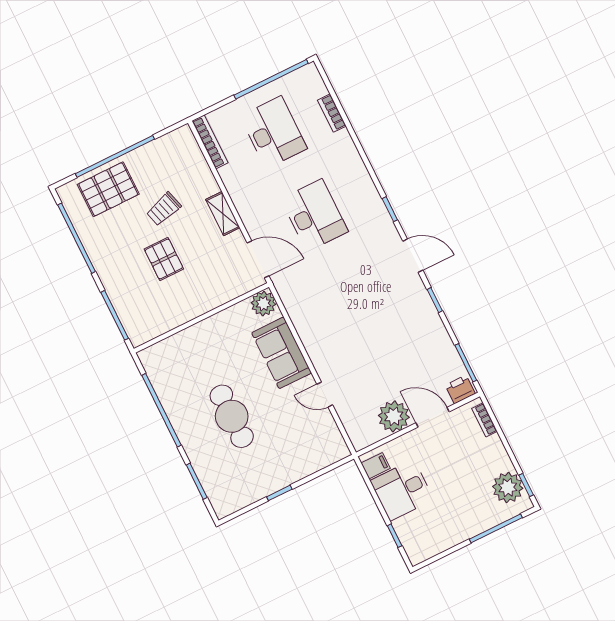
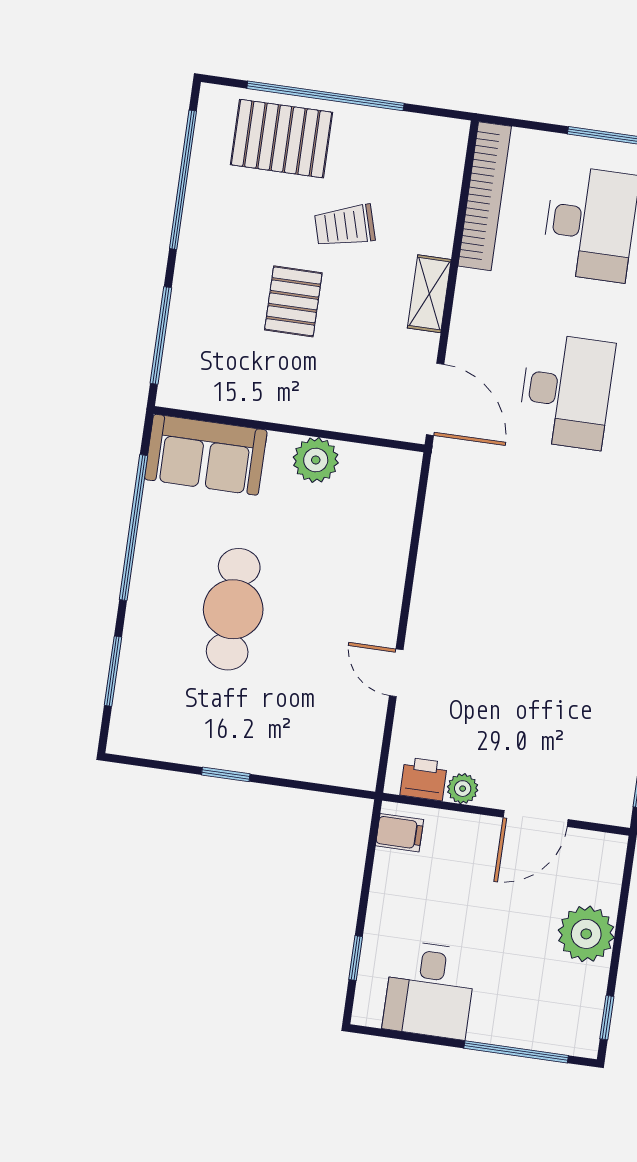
bookcase: (210, 142) -> (485, 196), width x1.48, depth x1.31
plant: (263, 304) -> (316, 460), moved
sofa: (282, 353) -> (206, 455), moved, turned -90
printer: (460, 389) -> (424, 779), moved
plant: (394, 416) -> (463, 789), width x0.53, depth x0.53
door: (433, 417) -> (536, 818), swing flipped
bookcase: (484, 420) -> (611, 876), removed
plant: (508, 487) -> (586, 934), moved
desk: (402, 490) -> (430, 990), moved, turned -90

